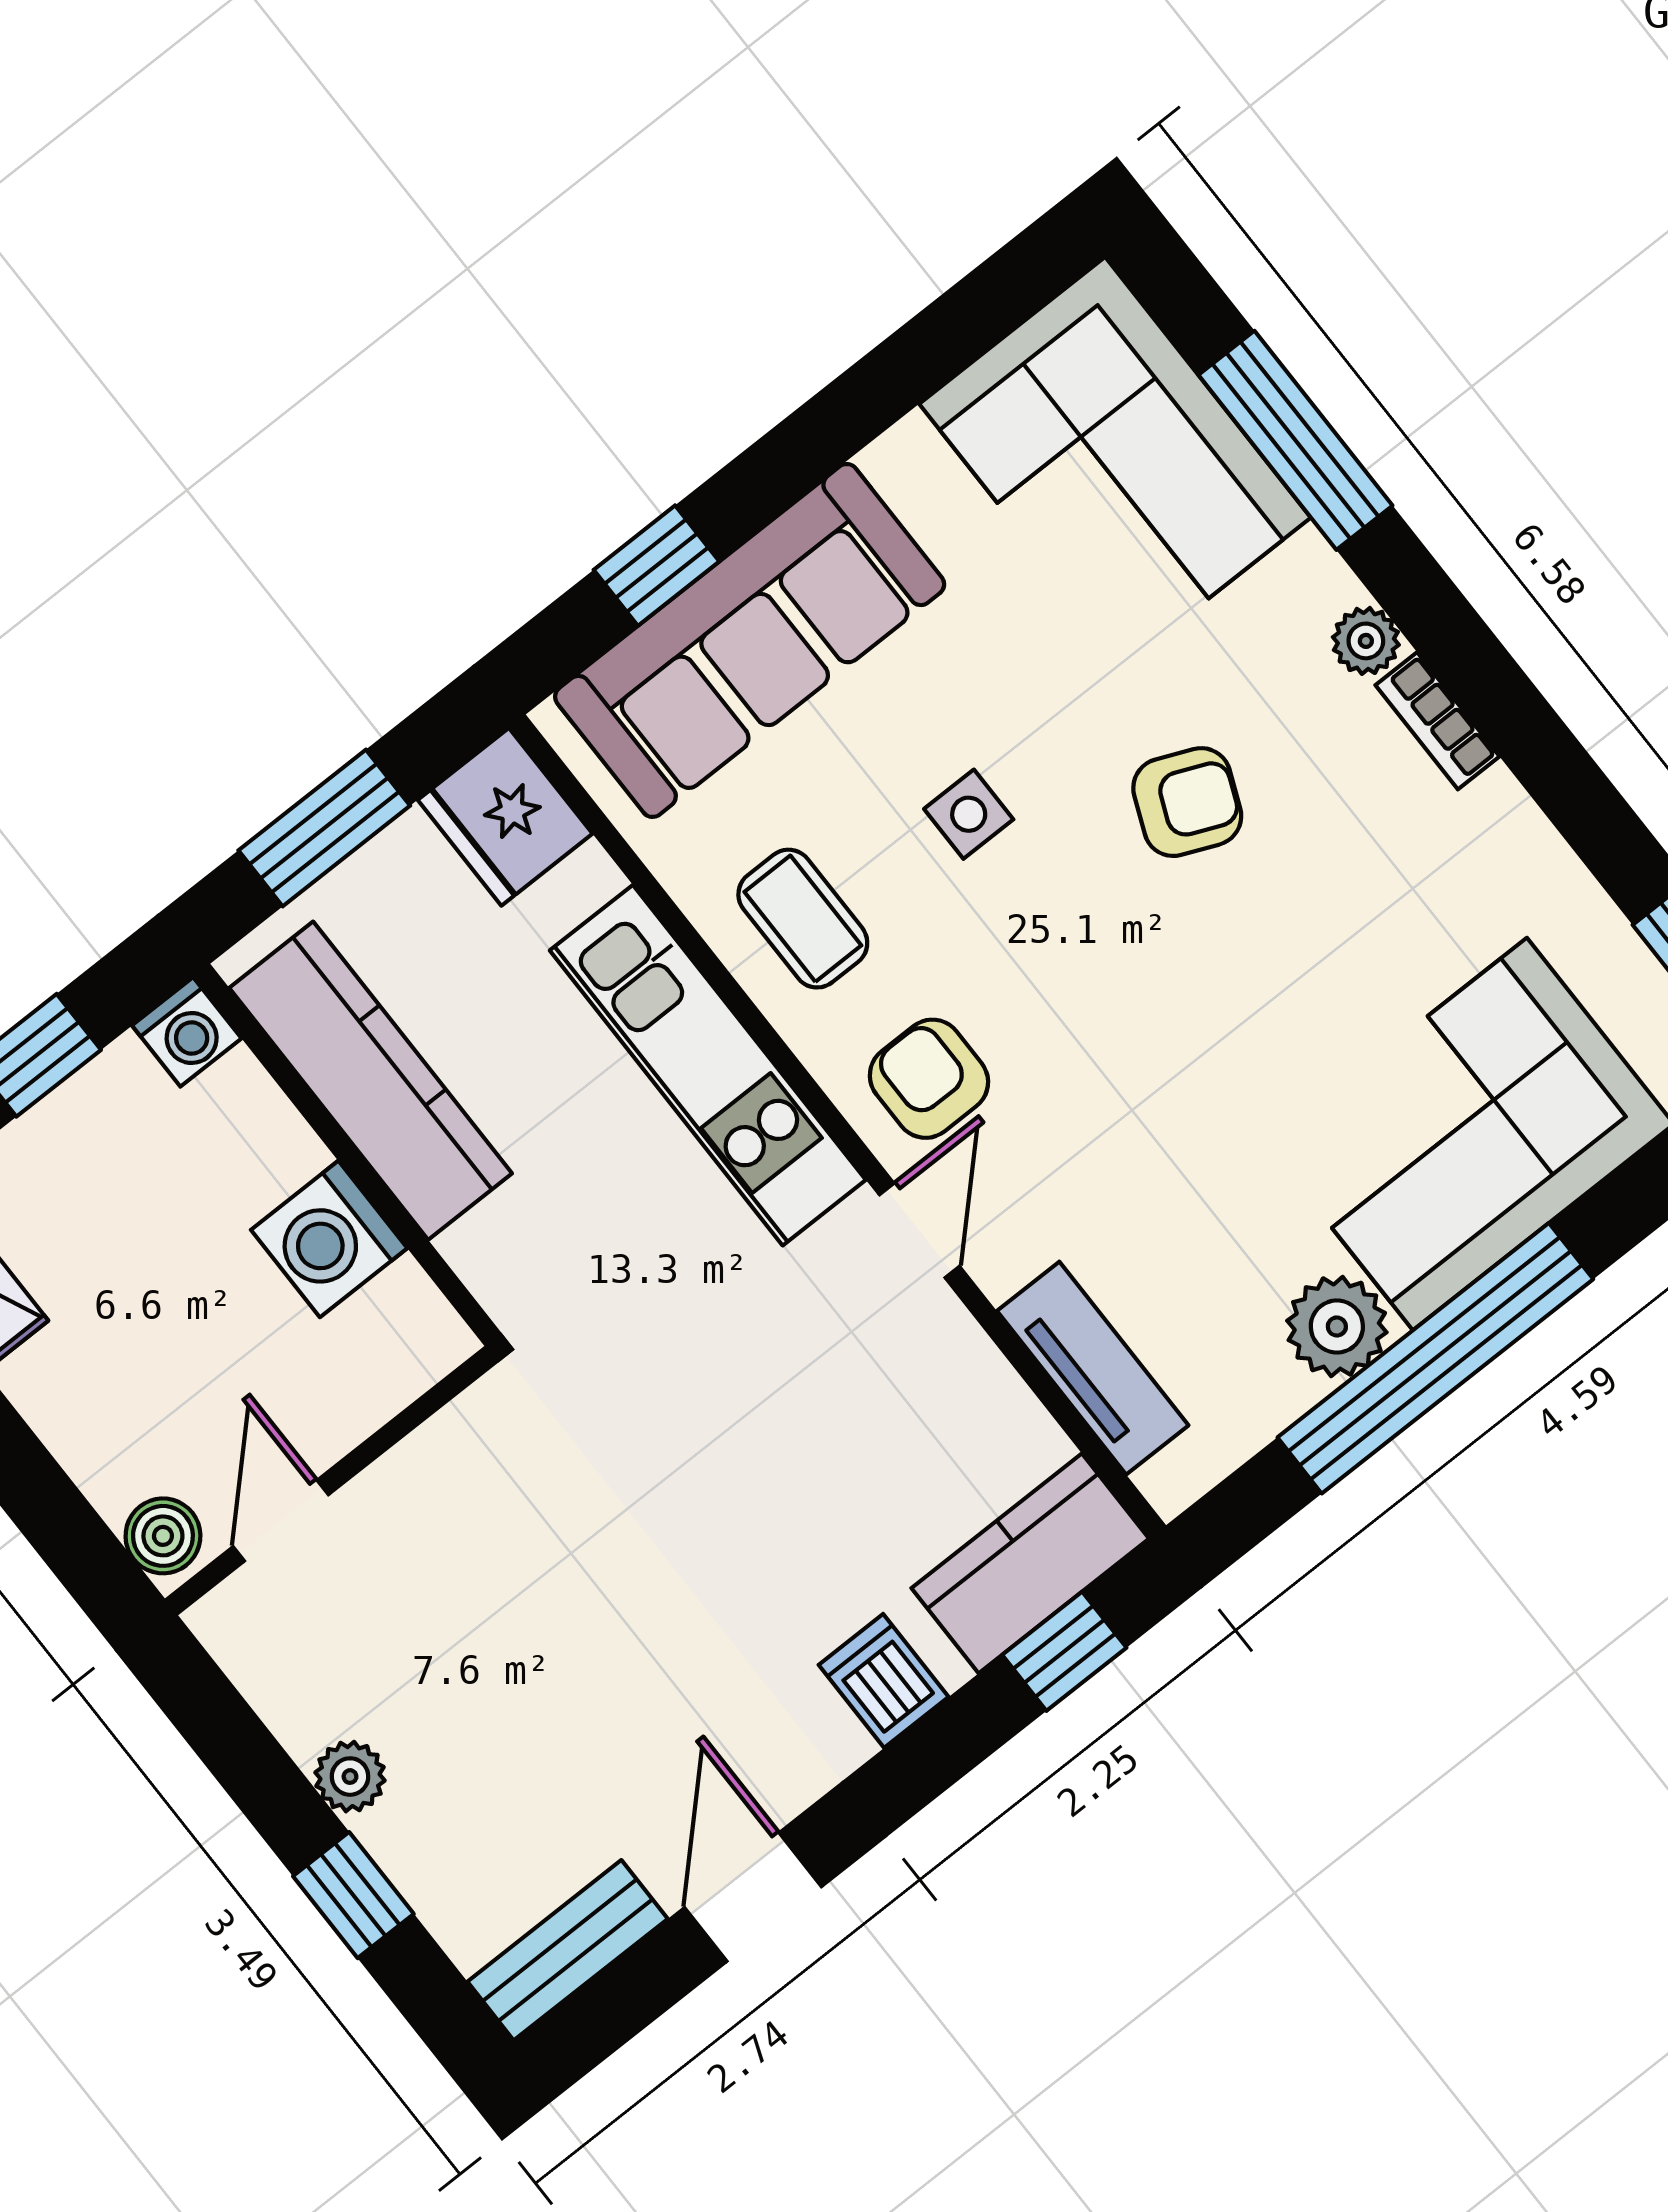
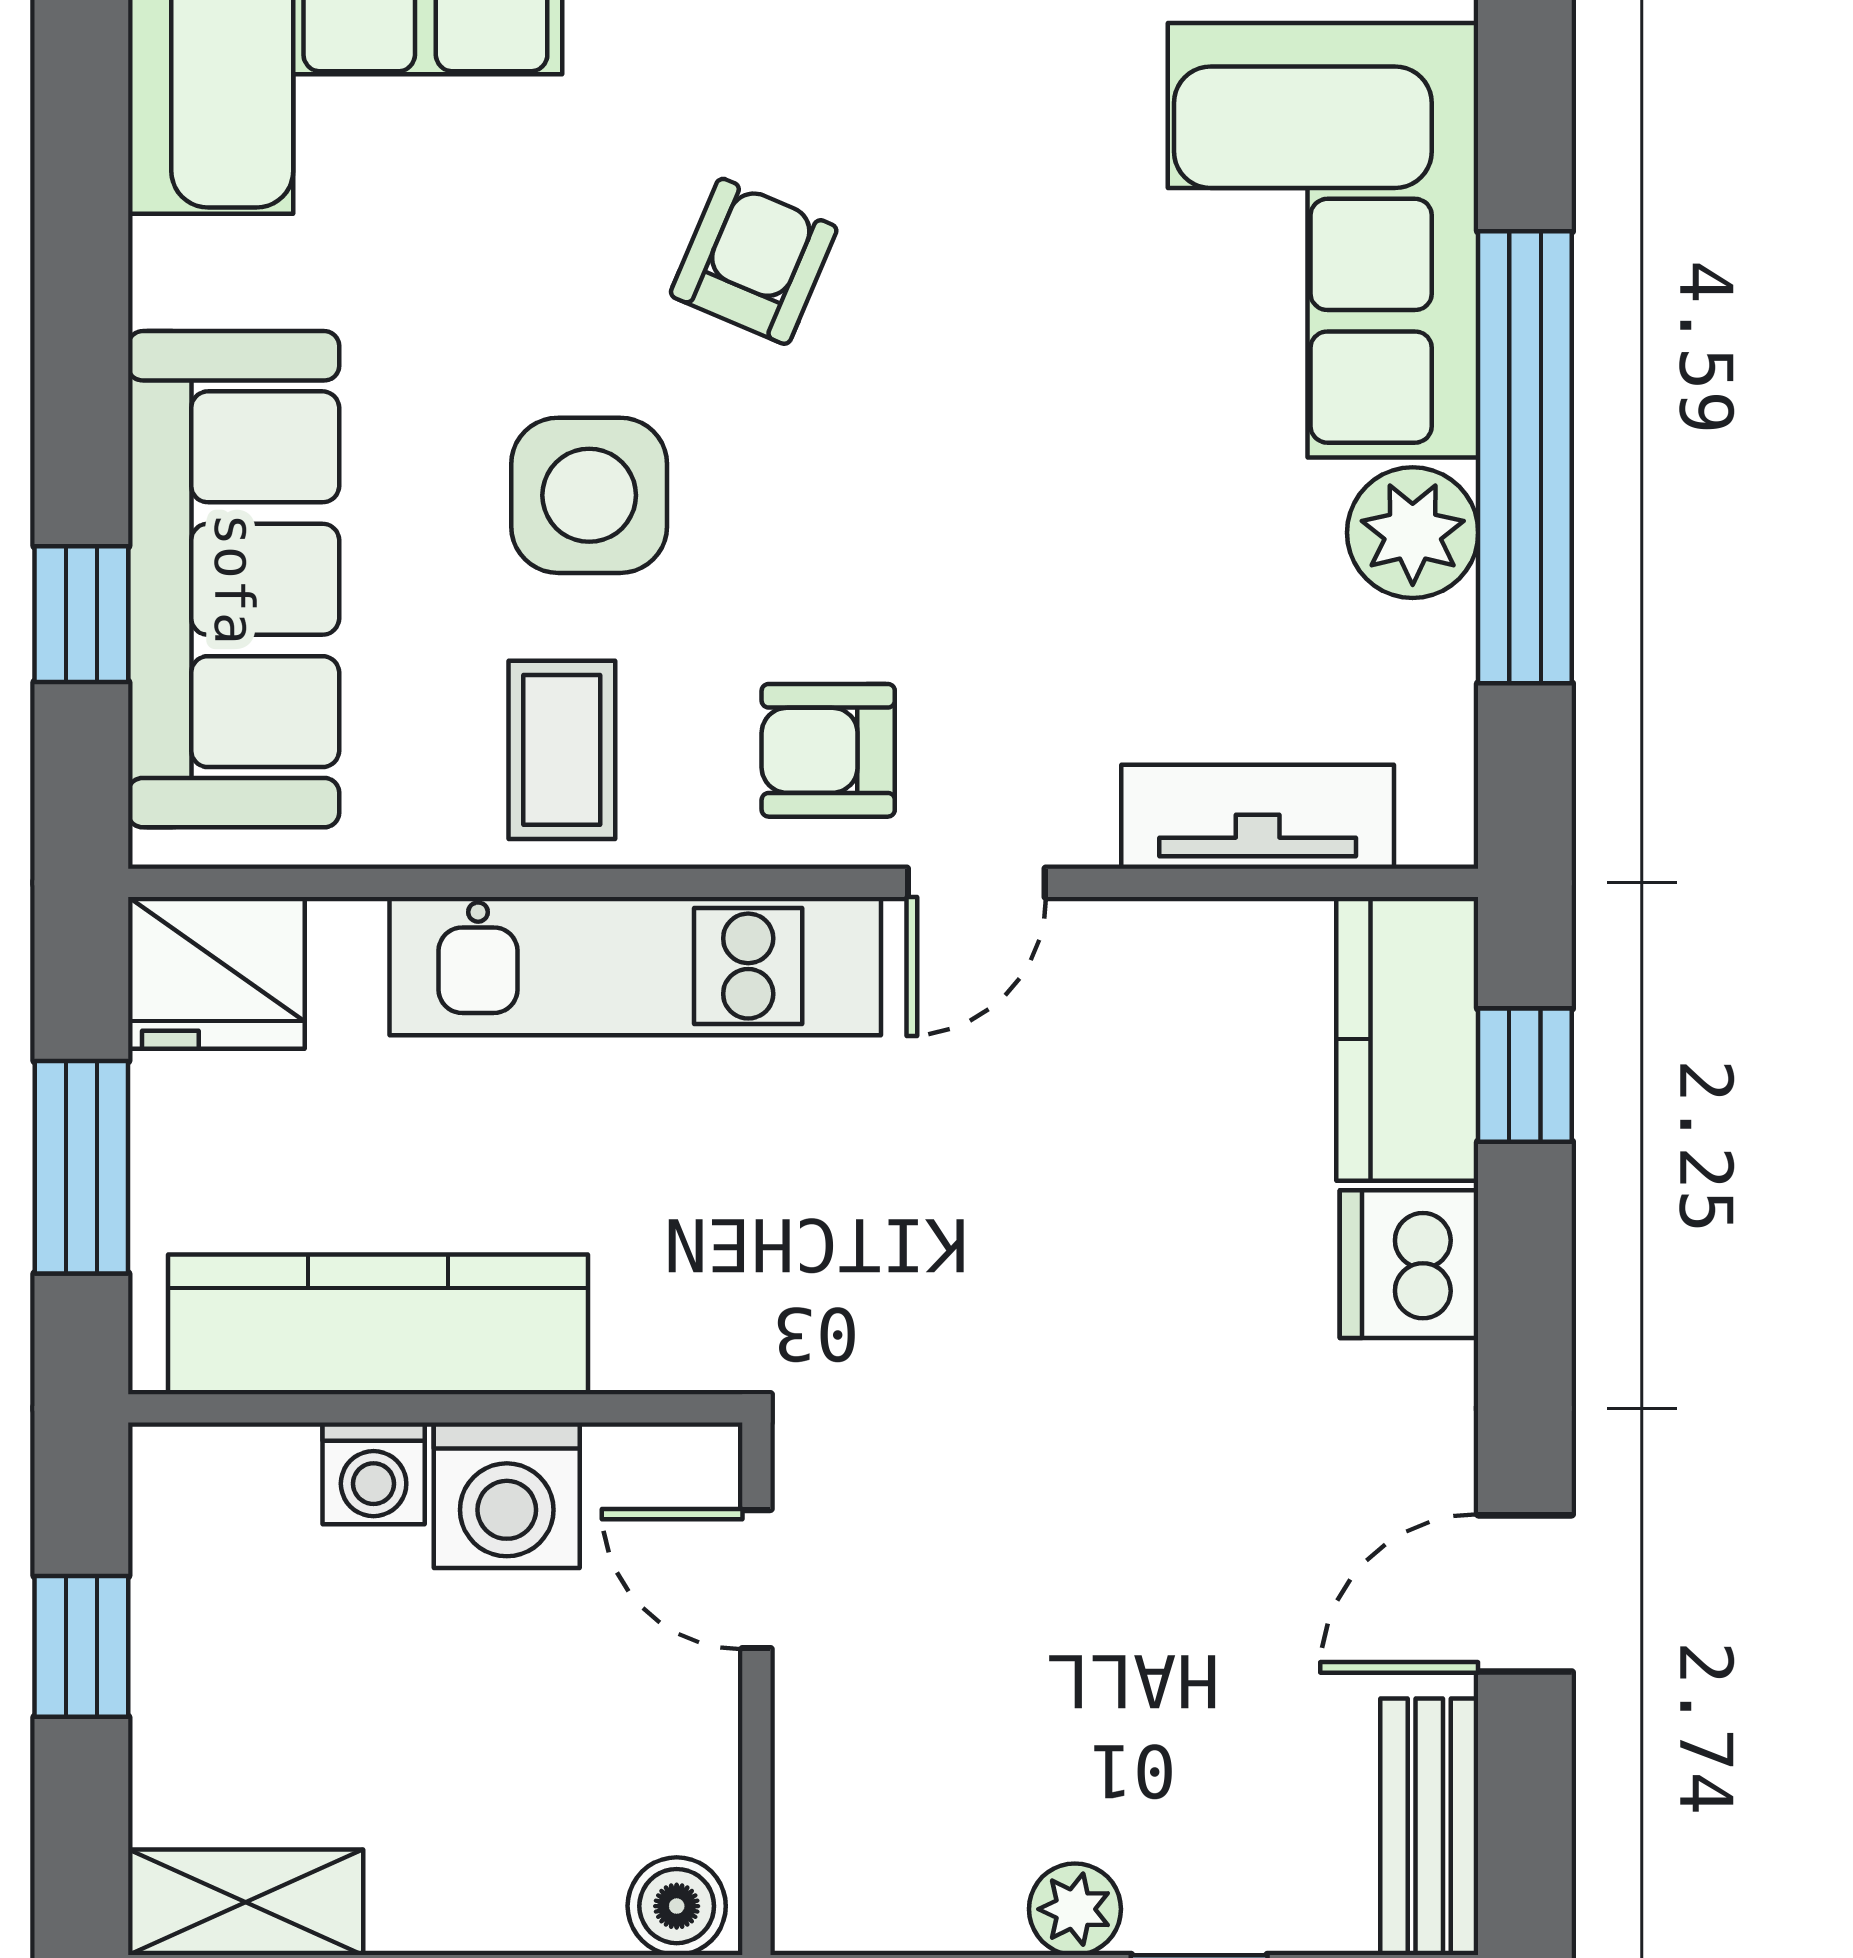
side table: (969, 814) -> (589, 495), width x1.87, depth x1.87
coffee table: (803, 919) -> (562, 750), turned 90
washing machine: (187, 1032) -> (374, 1473), moved, turned 90
door: (920, 1231) -> (976, 883), swing flipped
door: (281, 1521) -> (756, 1579), moved
dishwasher: (884, 1681) -> (1409, 1264), width x1.38
door: (753, 1897) -> (1525, 1593), hinge flipped

